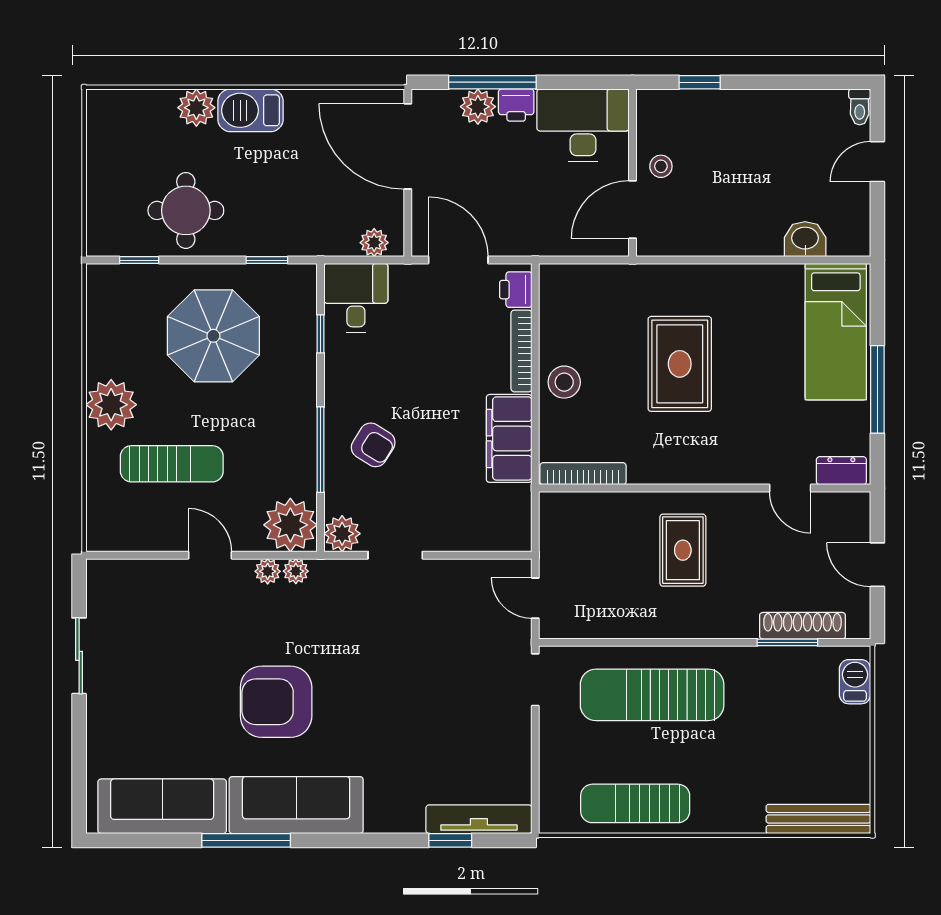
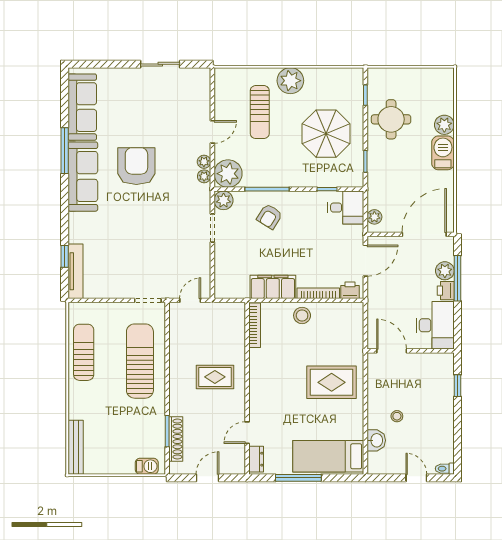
stool: (661, 166) -> (397, 416), moved
rug: (680, 364) -> (332, 382), moved

